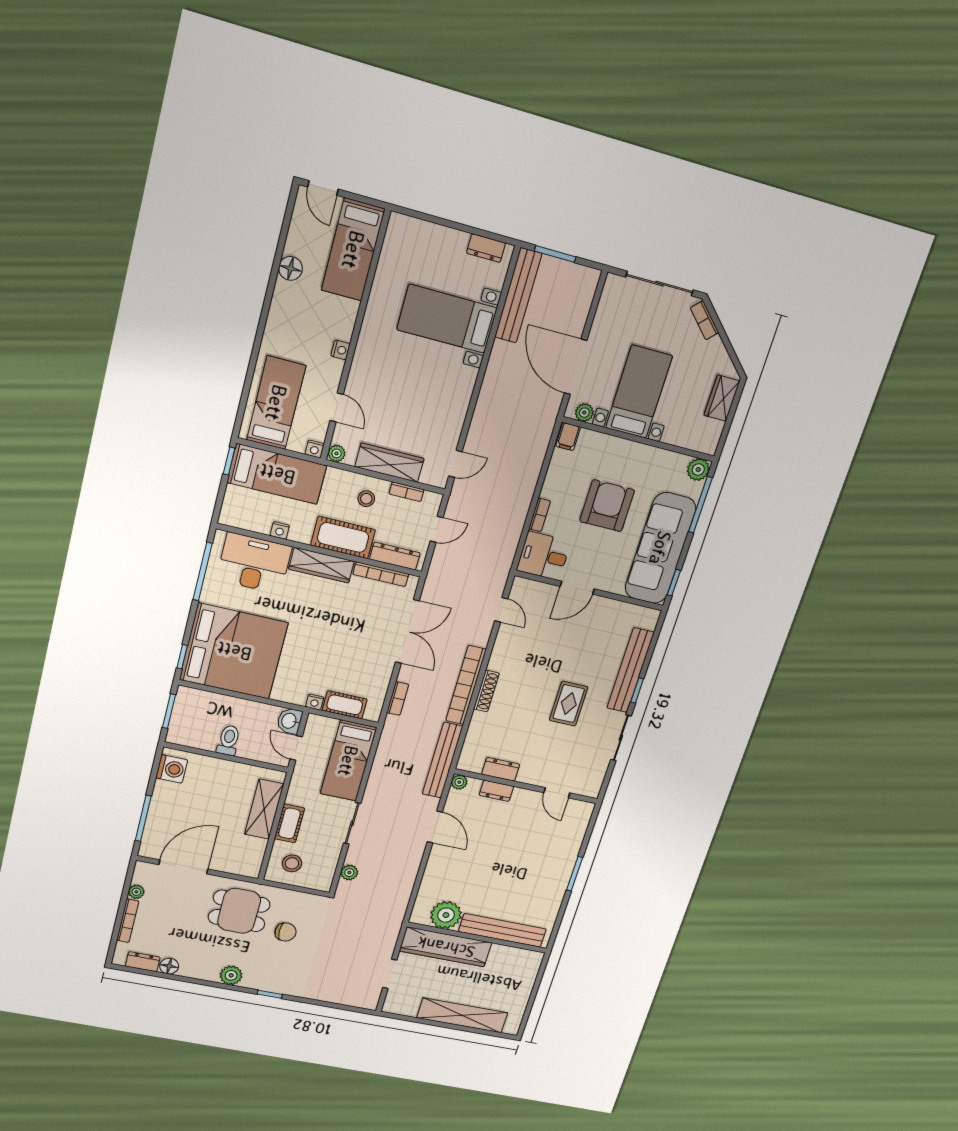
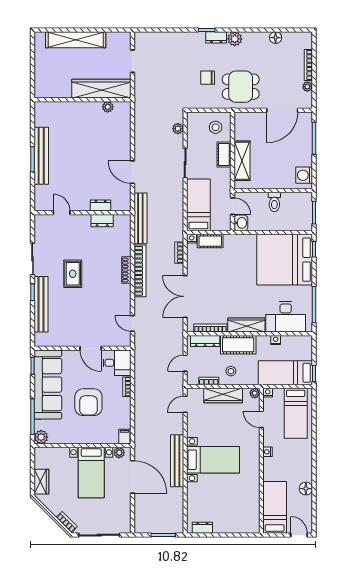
bench: (518, 296) -> (177, 461), moved
bed with nightstands: (447, 319) -> (213, 460), moved
door: (577, 588) -> (91, 348), swing flipped
nightstand: (315, 702) -> (192, 239), moved
plant: (459, 782) -> (126, 206), removed
plant: (446, 915) -> (108, 107), width x0.53, depth x0.53
bench: (502, 930) -> (41, 156), moved, turned 90
dresser: (143, 962) -> (216, 37), moved

